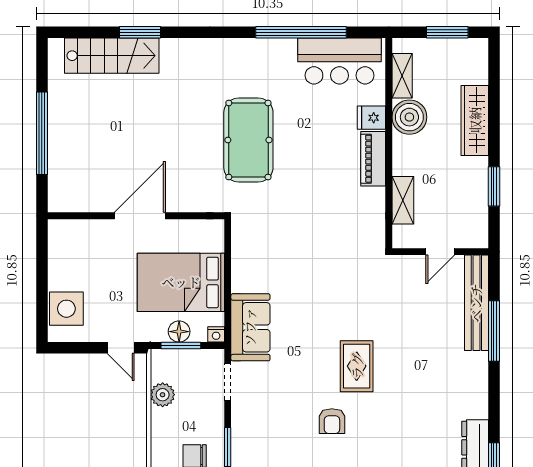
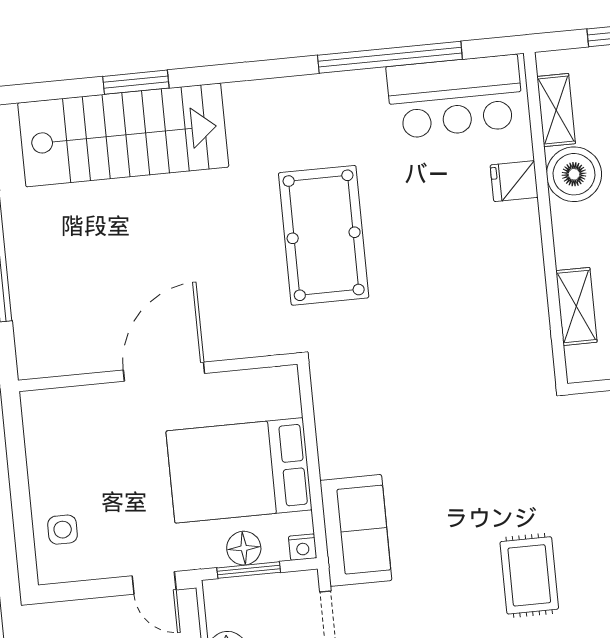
stairs: (112, 56) -> (123, 135), width x1.36, depth x1.51
piano: (373, 159) -> (523, 245), removed
side table: (66, 309) -> (63, 530), width x0.54, depth x0.54

